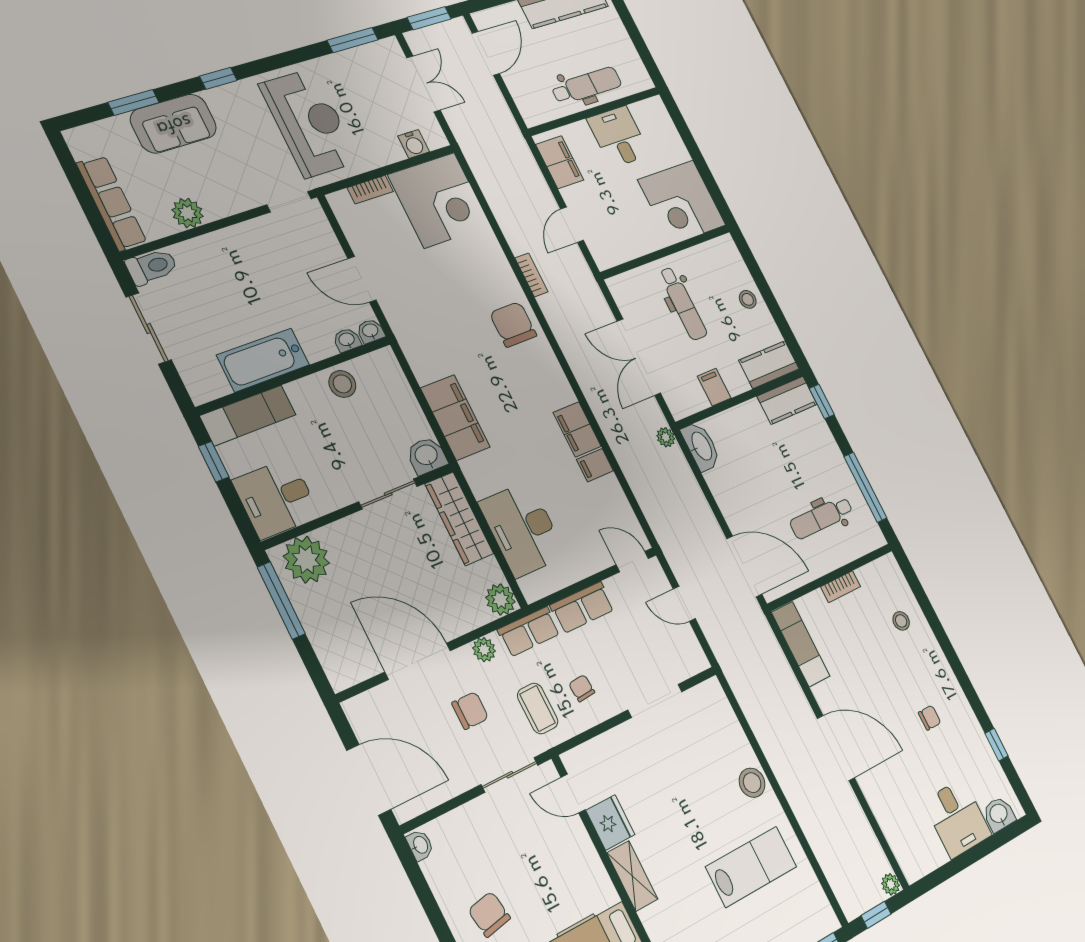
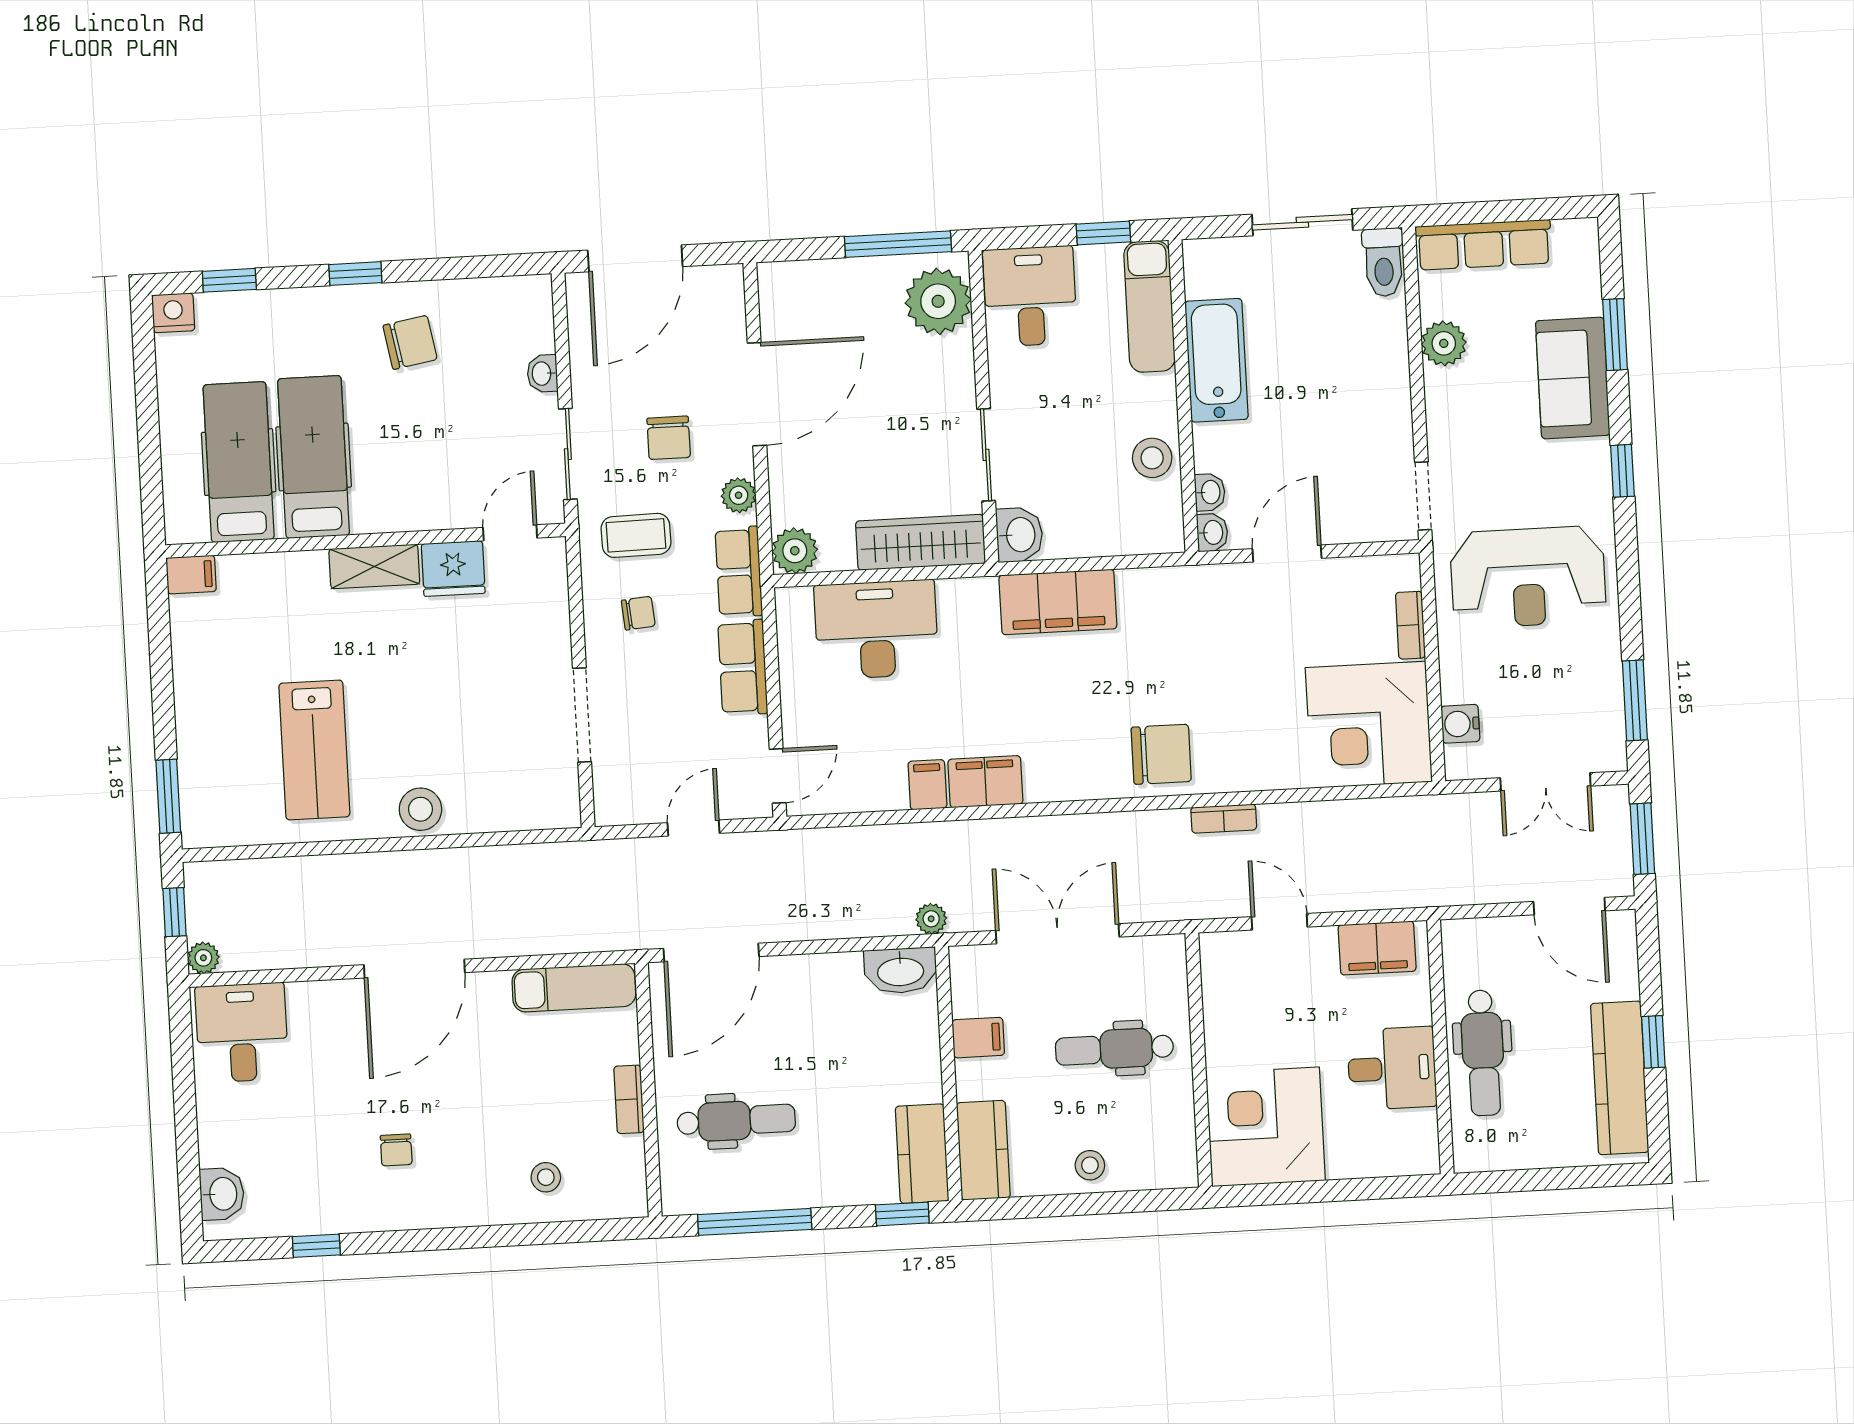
dental chair: (822, 518) -> (736, 1121), turned 90
desk: (957, 818) -> (242, 1033), moved, turned 90
washbasin: (420, 845) -> (542, 374), moved, turned 90

